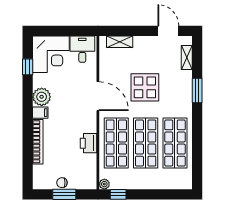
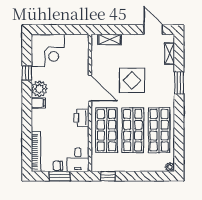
desk: (82, 49) -> (78, 160), moved, turned 180
window: (28, 67) -> (27, 73), moved
bookcase: (38, 142) -> (36, 152), moved
printer: (89, 143) -> (82, 118), moved
plant: (104, 184) -> (170, 167), moved

